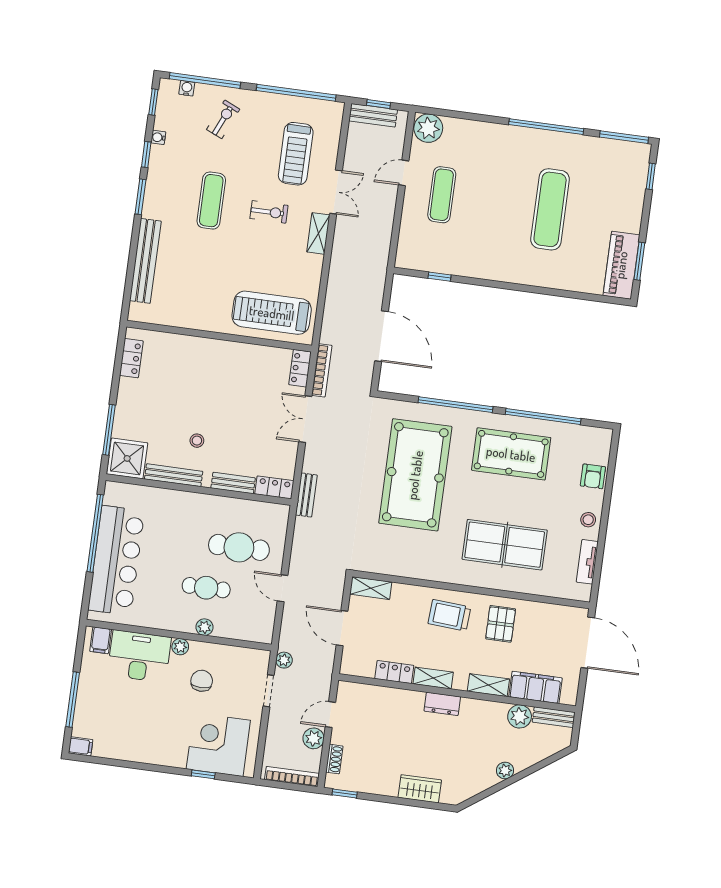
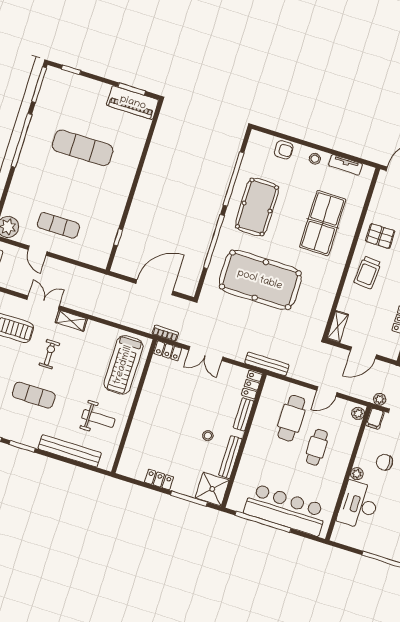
weight bench: (195, 291) -> (98, 418), added
locker: (131, 358) -> (159, 480), moved
bookcase: (322, 370) -> (165, 333), width x0.64
bench: (306, 495) -> (267, 364), width x1.36
plant: (204, 627) -> (358, 413), moved
filing cabinet: (101, 640) -> (375, 419), moved, turned 90

